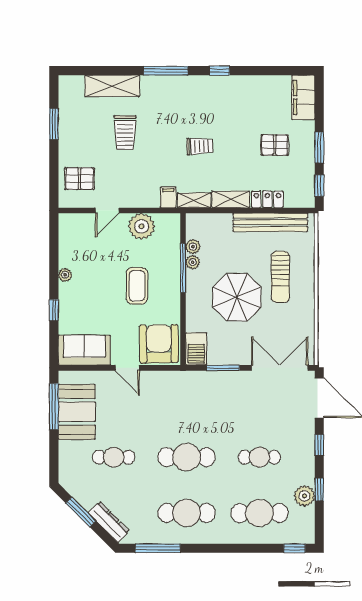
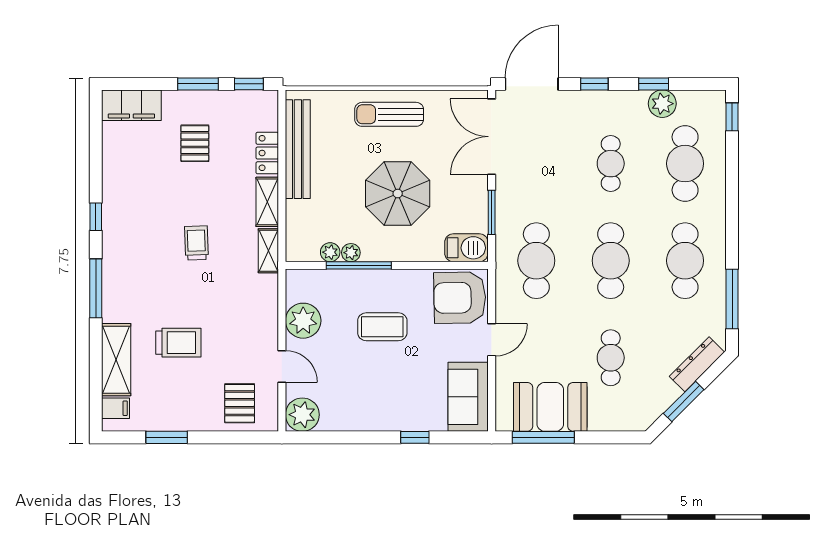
filing cabinet: (168, 197) -> (115, 408), moved, turned 180
plant: (65, 275) -> (302, 415), moved, width x1.88, depth x1.88
sun lounger: (280, 277) -> (389, 114), moved, turned 180
cafe table: (187, 401) -> (536, 261), added

